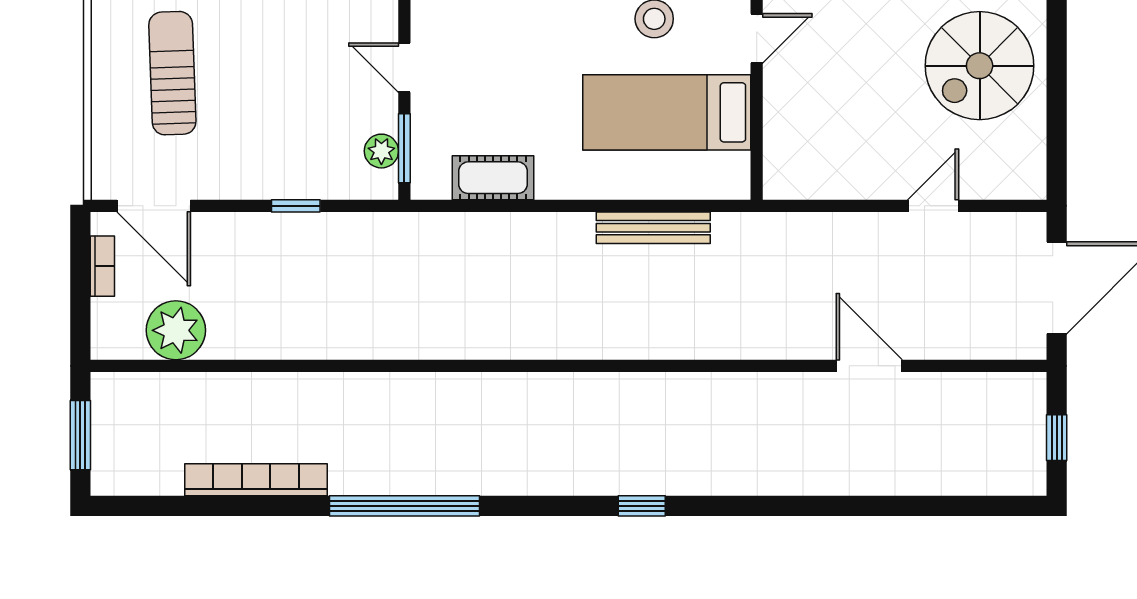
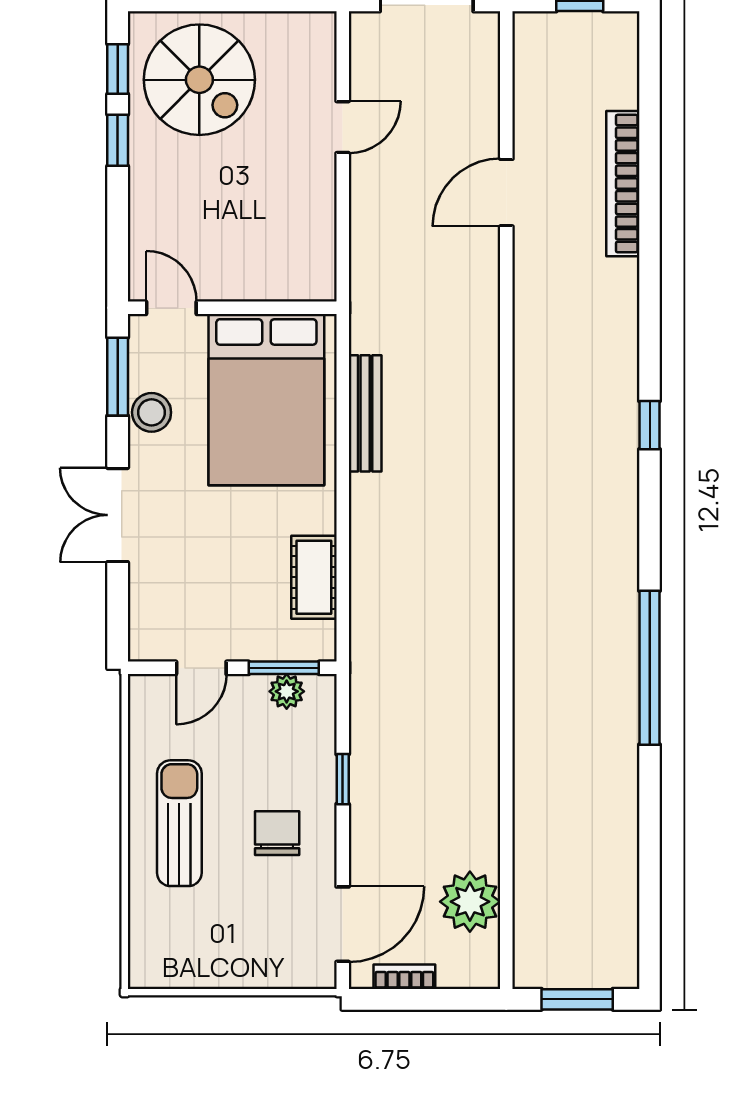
sun lounger: (172, 73) -> (179, 823), moved, turned 92
bed: (667, 112) -> (266, 400), width x1.50
chair: (243, 142) -> (277, 833), added
door: (933, 206) -> (343, 127), swing flipped
bookcase: (256, 480) -> (623, 184), moved

